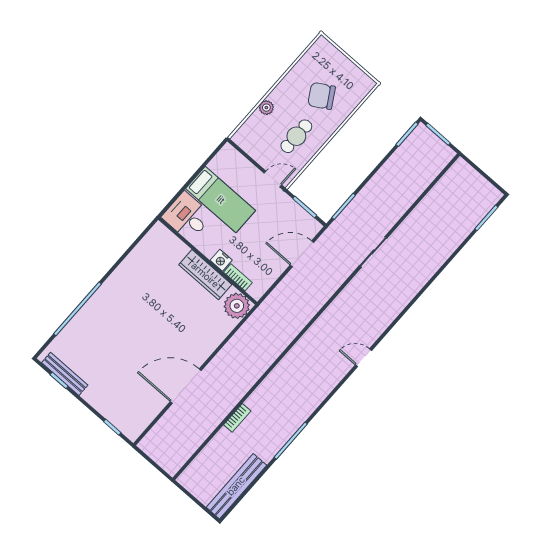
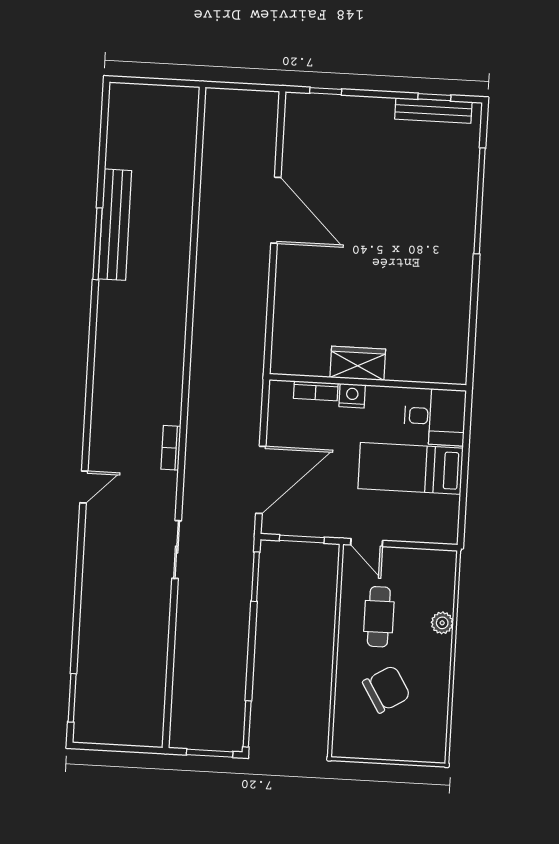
door: (273, 179) -> (367, 543), hinge flipped
door: (302, 254) -> (261, 480), width x1.36
wardrobe: (205, 275) -> (358, 363), width x0.67
plant: (237, 306) -> (290, 355), removed
door: (363, 358) -> (84, 487), moved
door: (186, 386) -> (276, 210), hinge flipped
bookcase: (237, 418) -> (171, 448), moved
bench: (236, 486) -> (115, 225), moved

